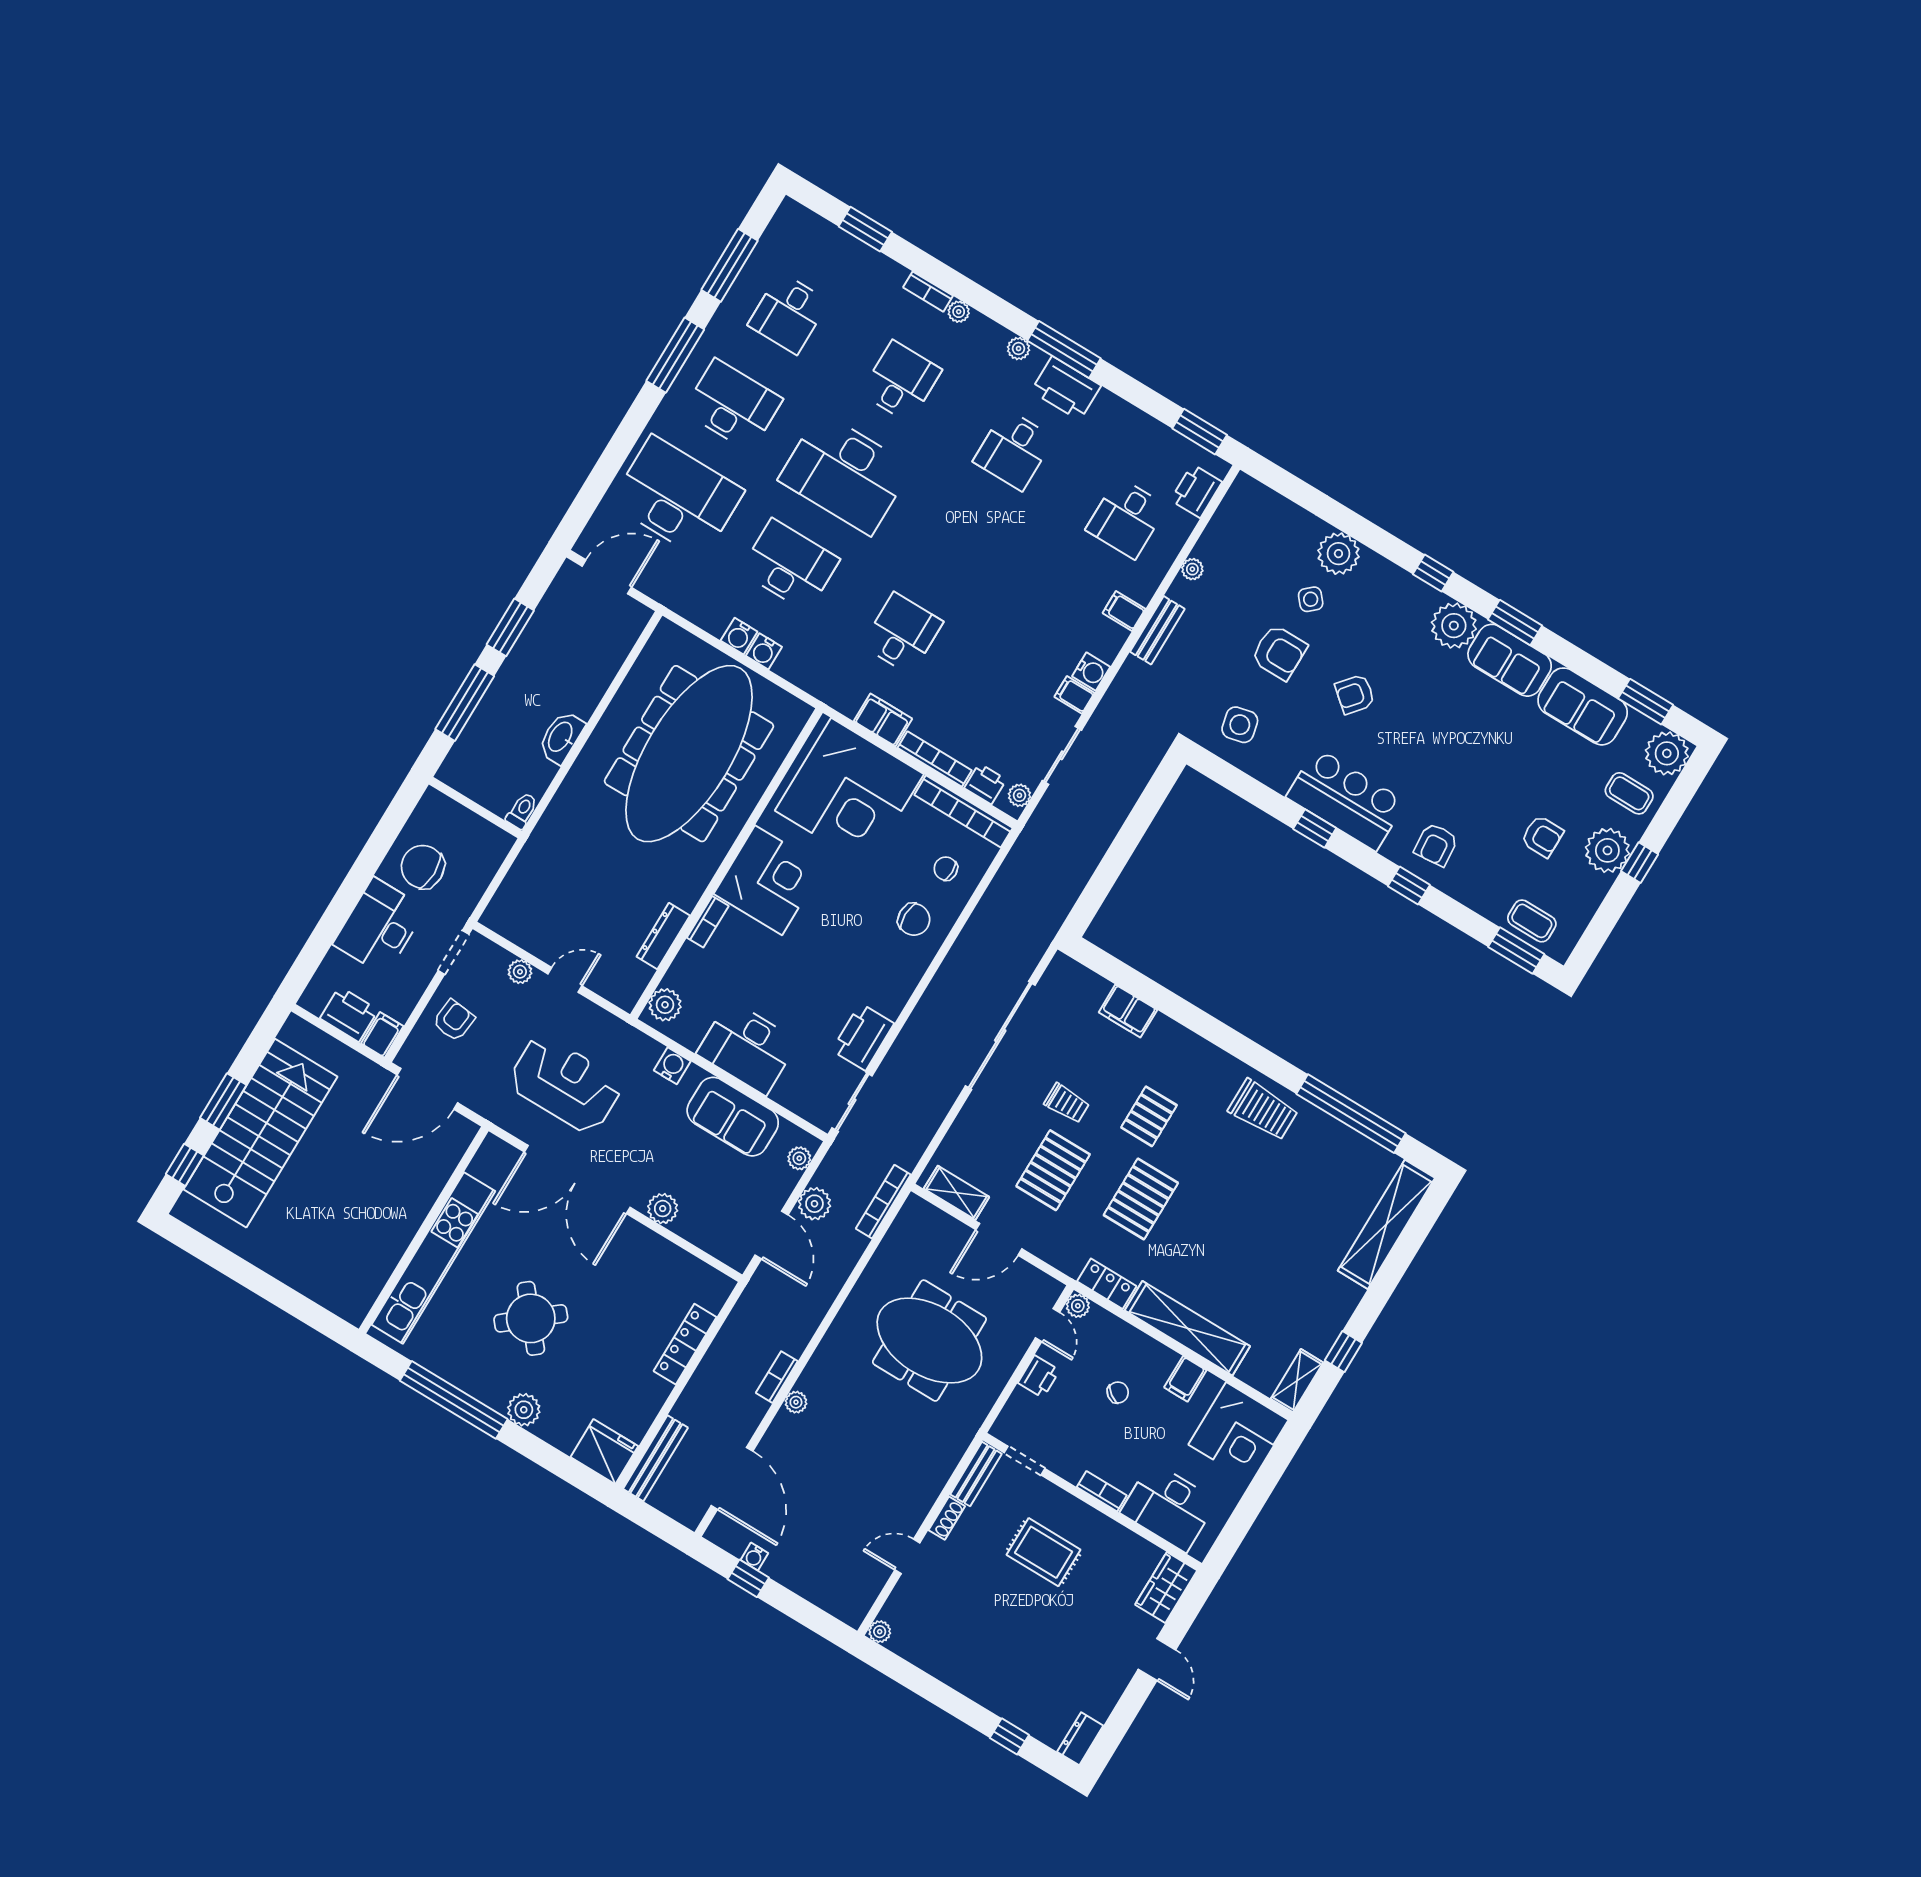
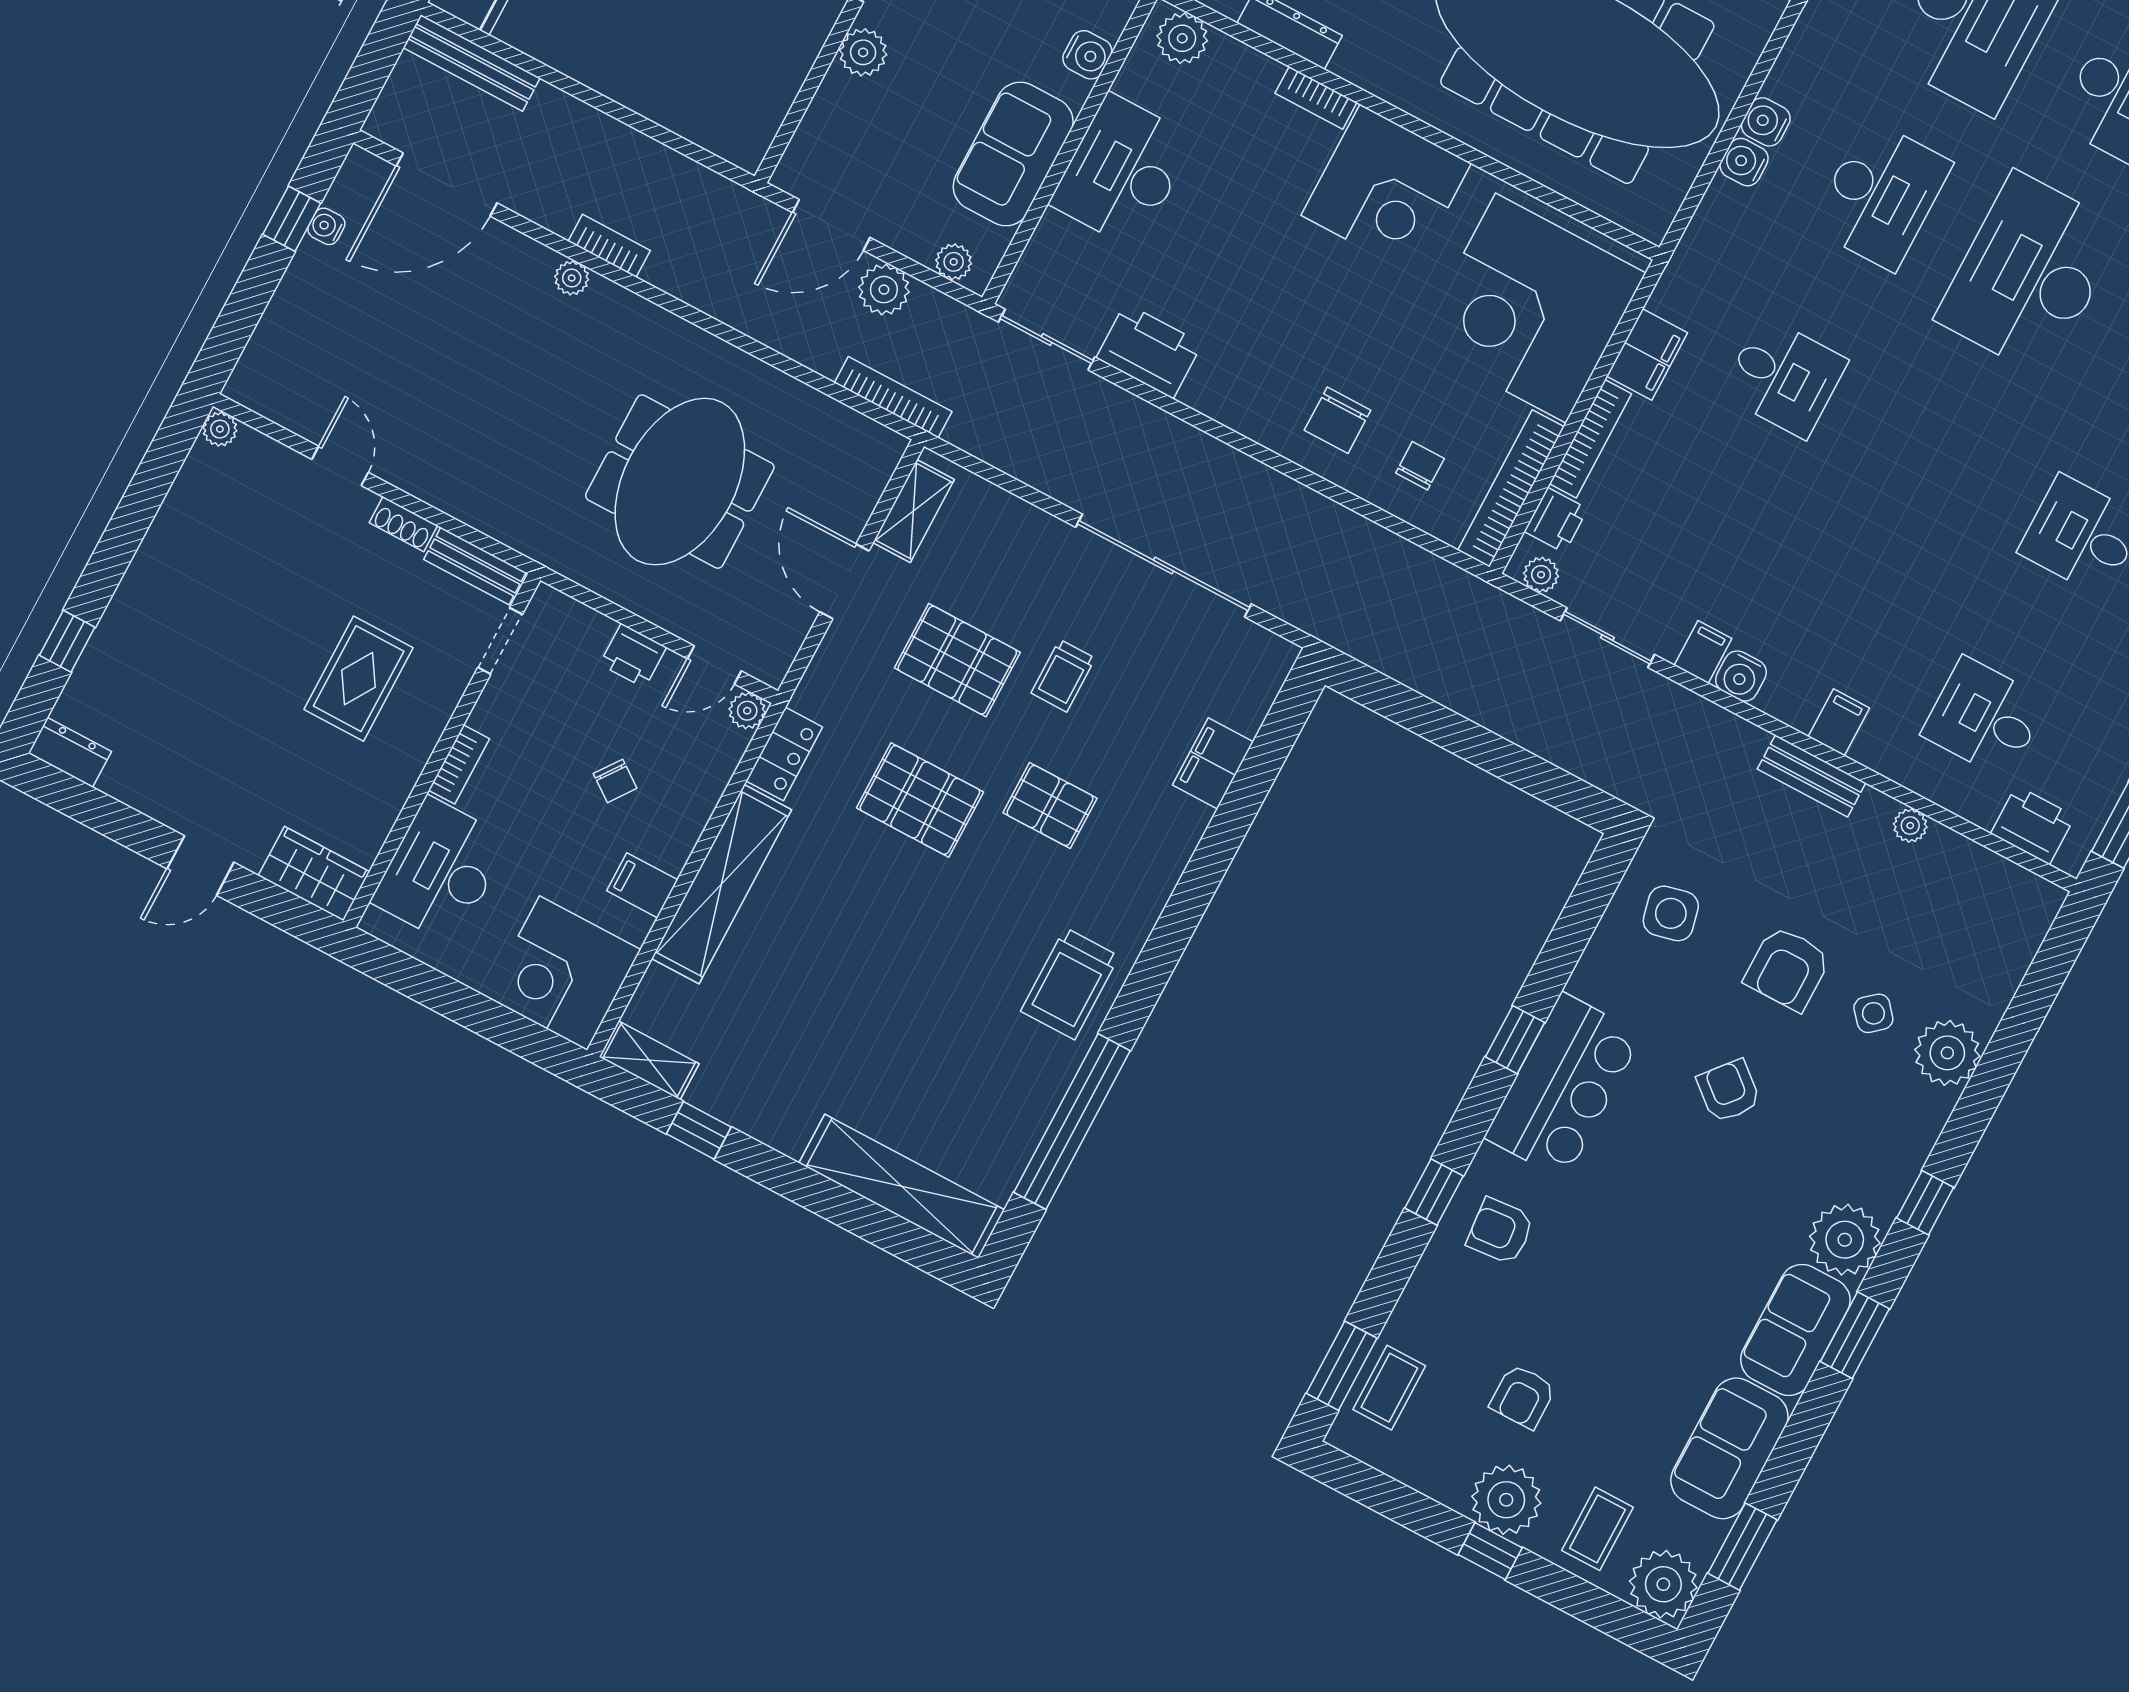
locker: (685, 1344) -> (653, 99), removed

